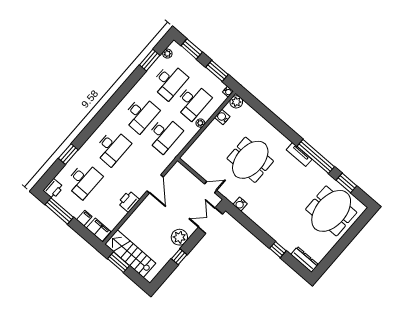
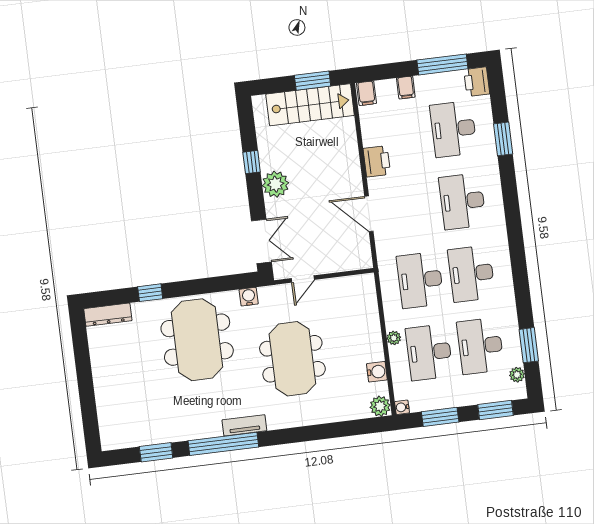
meeting table: (331, 211) -> (197, 340), moved
filing cabinet: (99, 230) -> (366, 93), width x0.50

